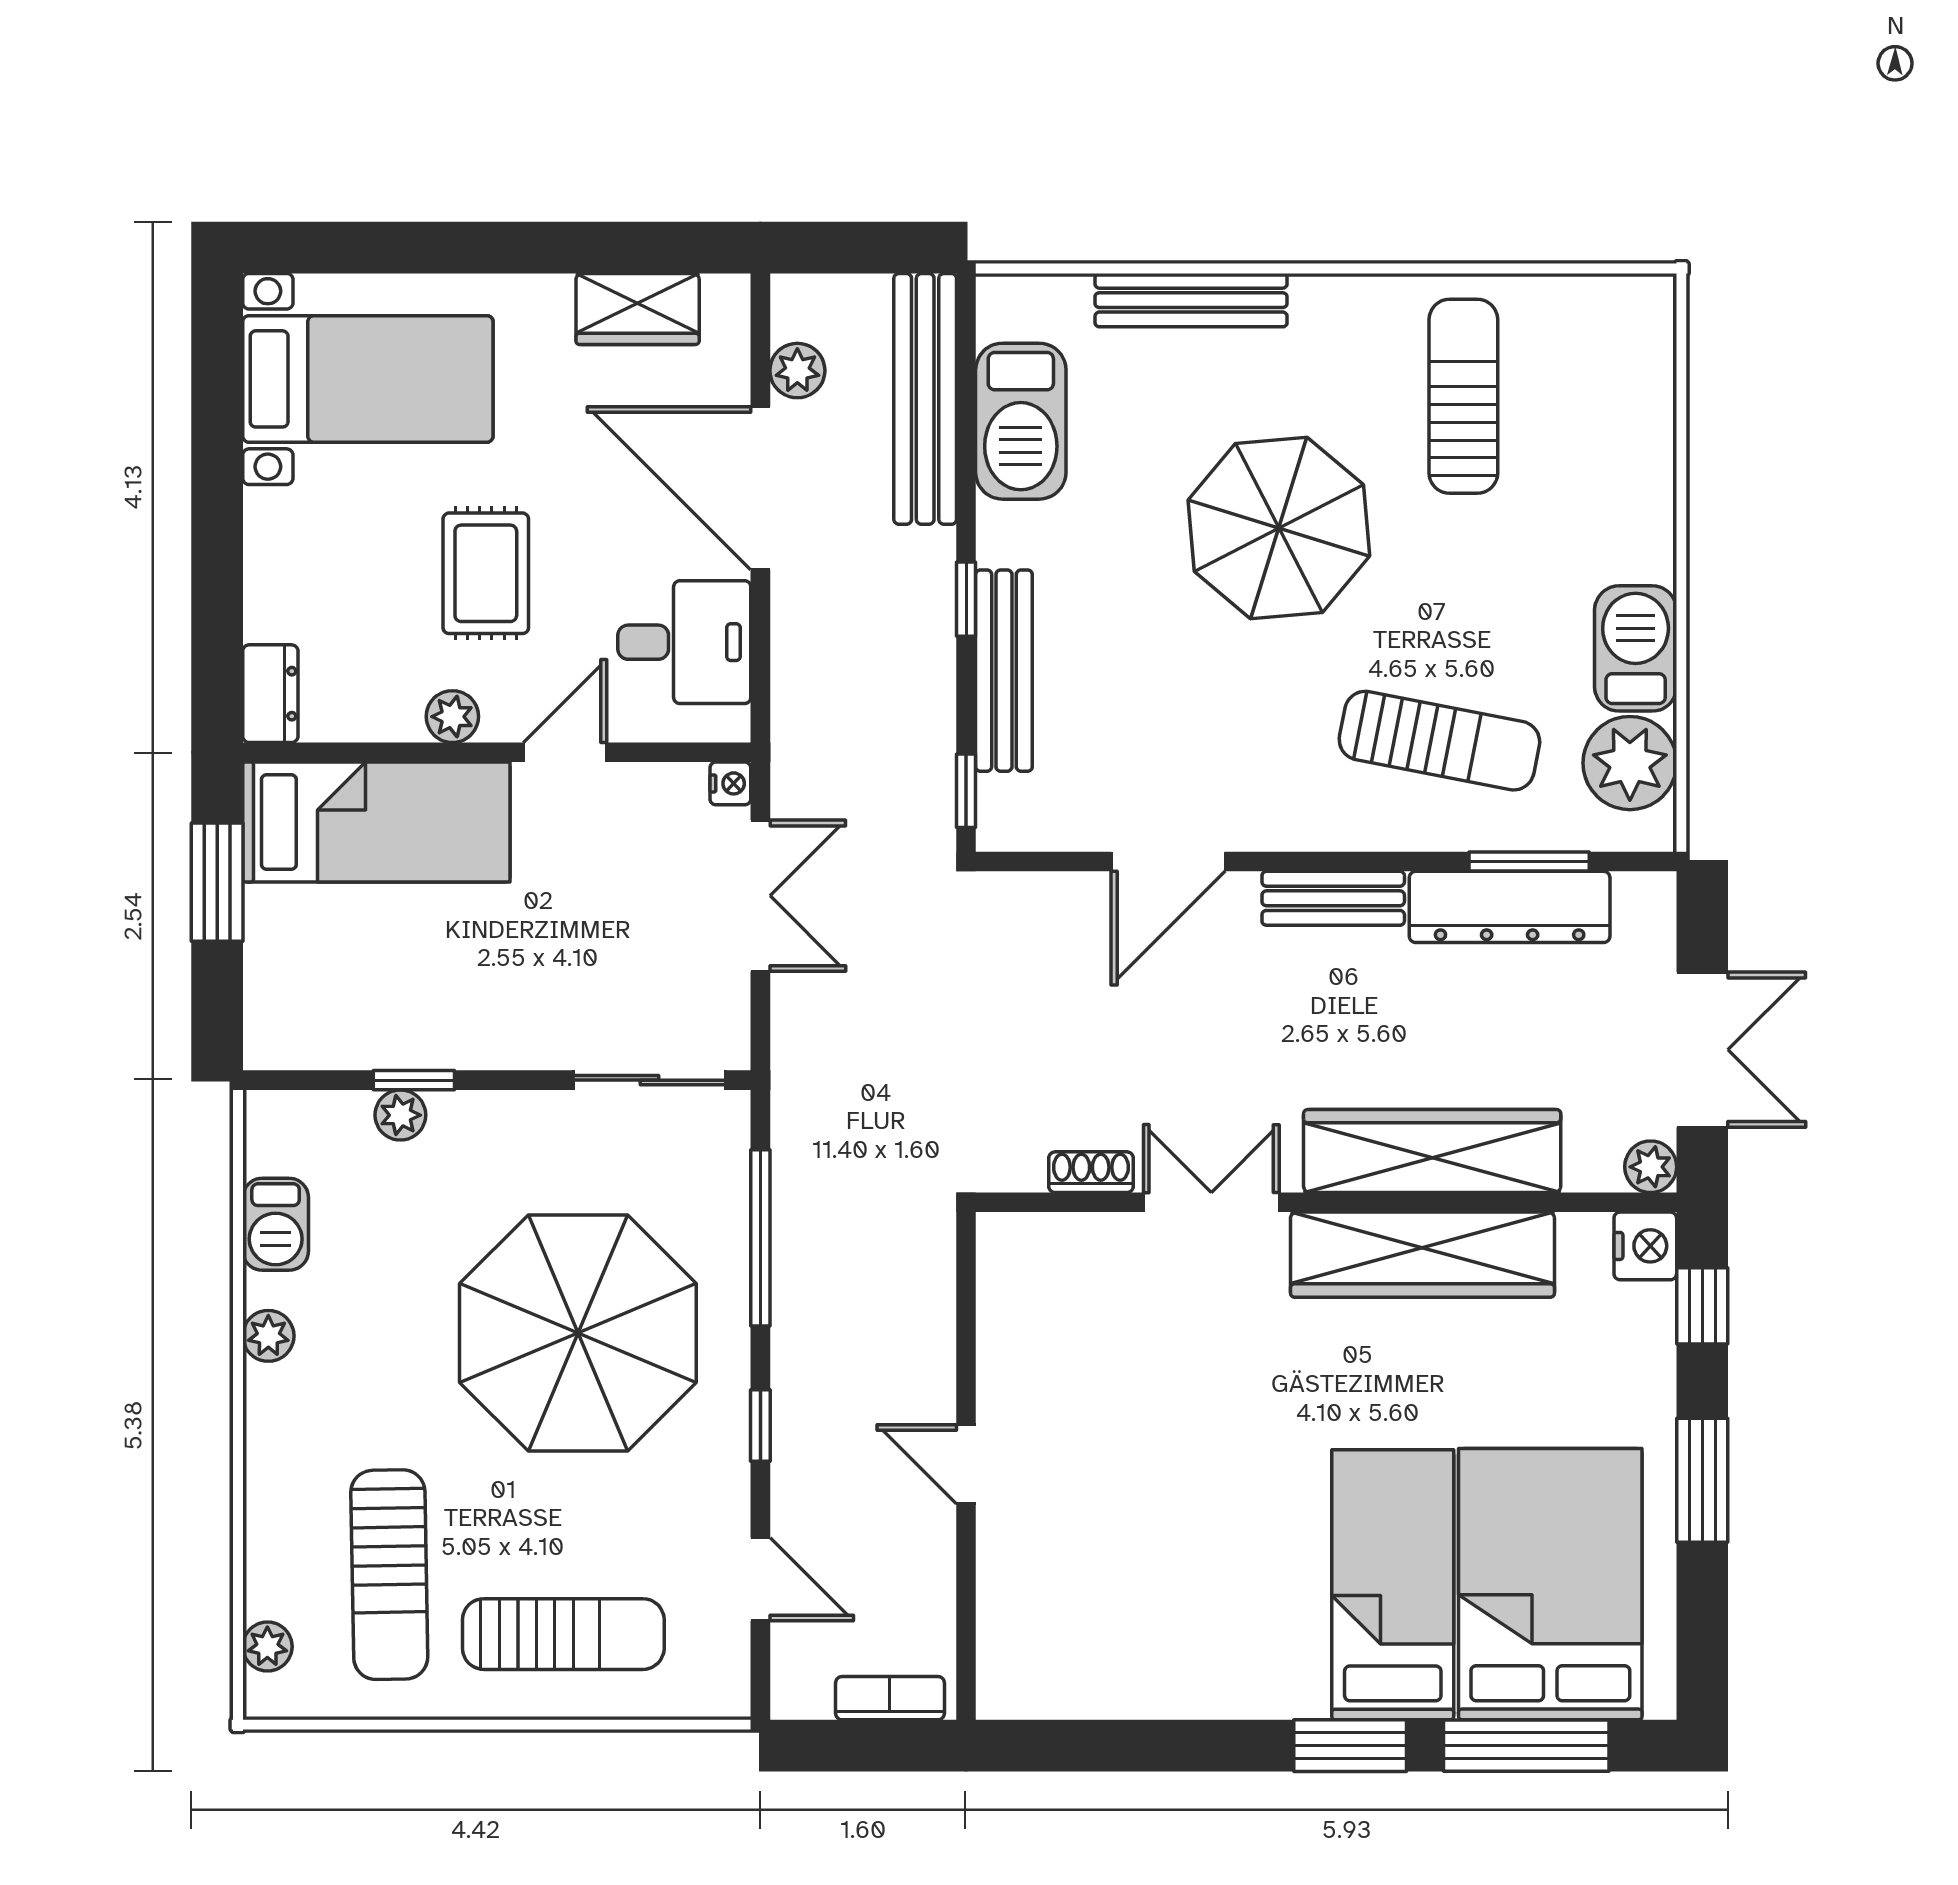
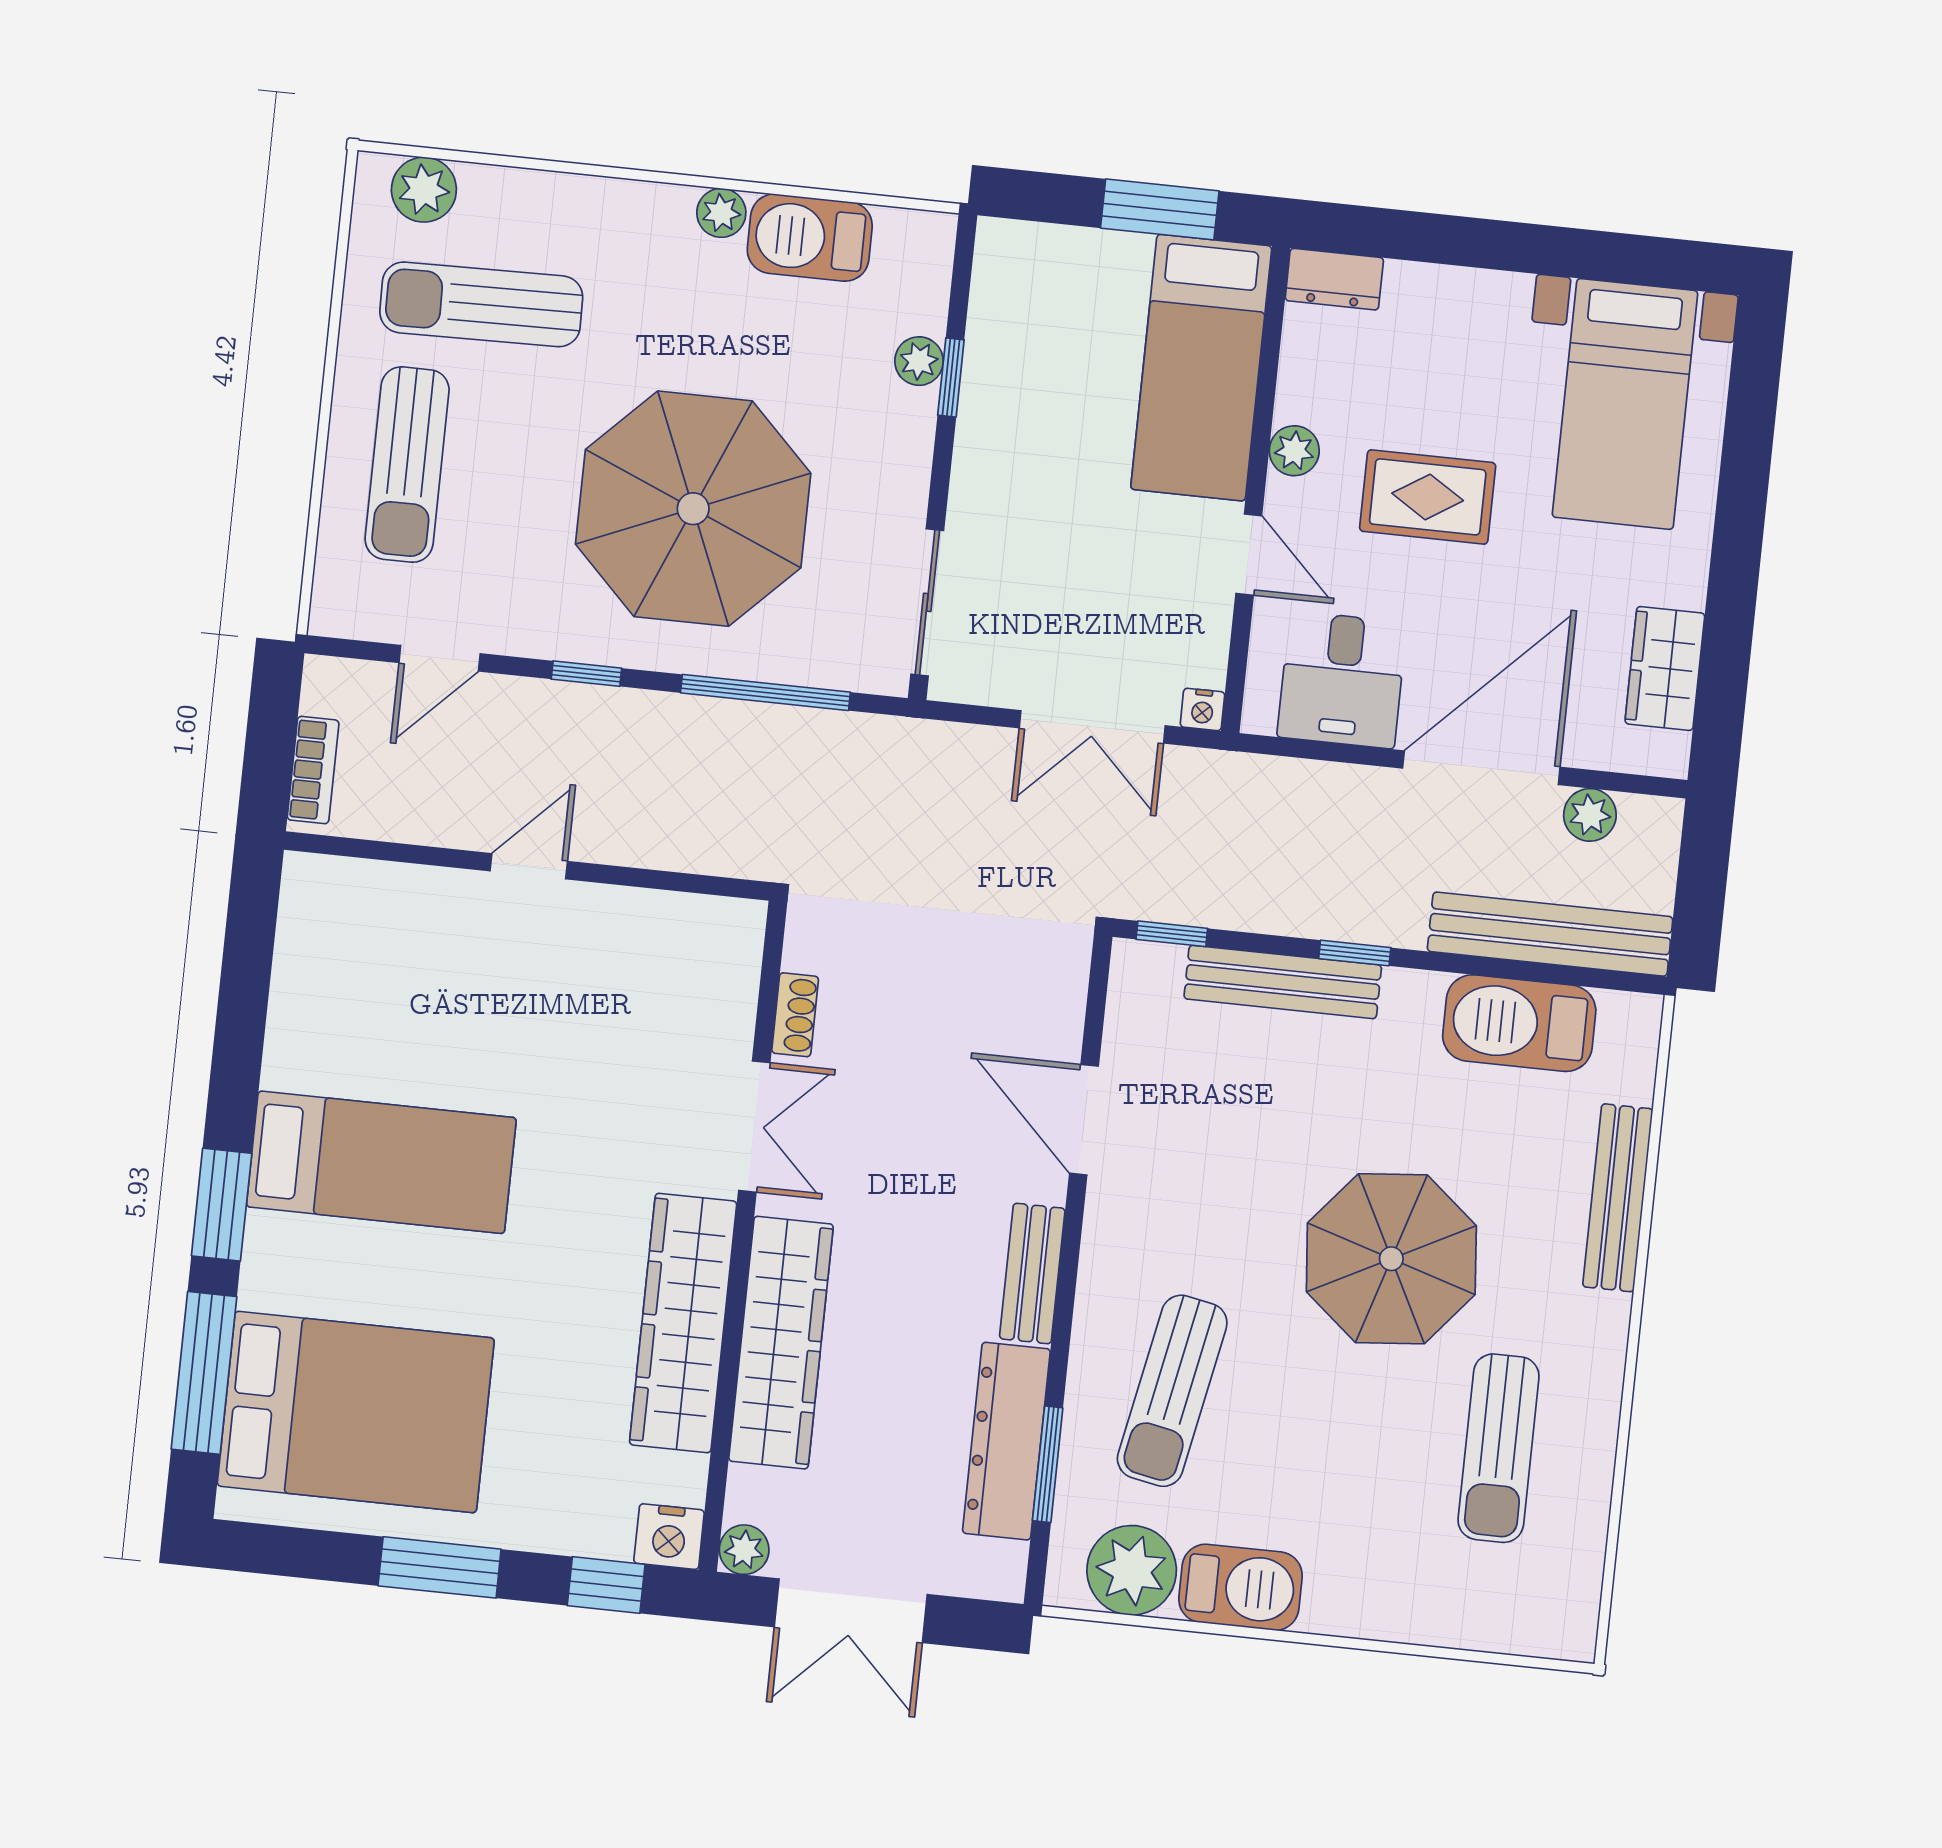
sun lounger: (1463, 396) -> (1499, 1448), turned 90
barbecue: (276, 1224) -> (810, 238), width x1.38, depth x1.27
bed: (1393, 1585) -> (381, 1162), moved
plant: (267, 1647) -> (424, 190), width x1.38, depth x1.38

